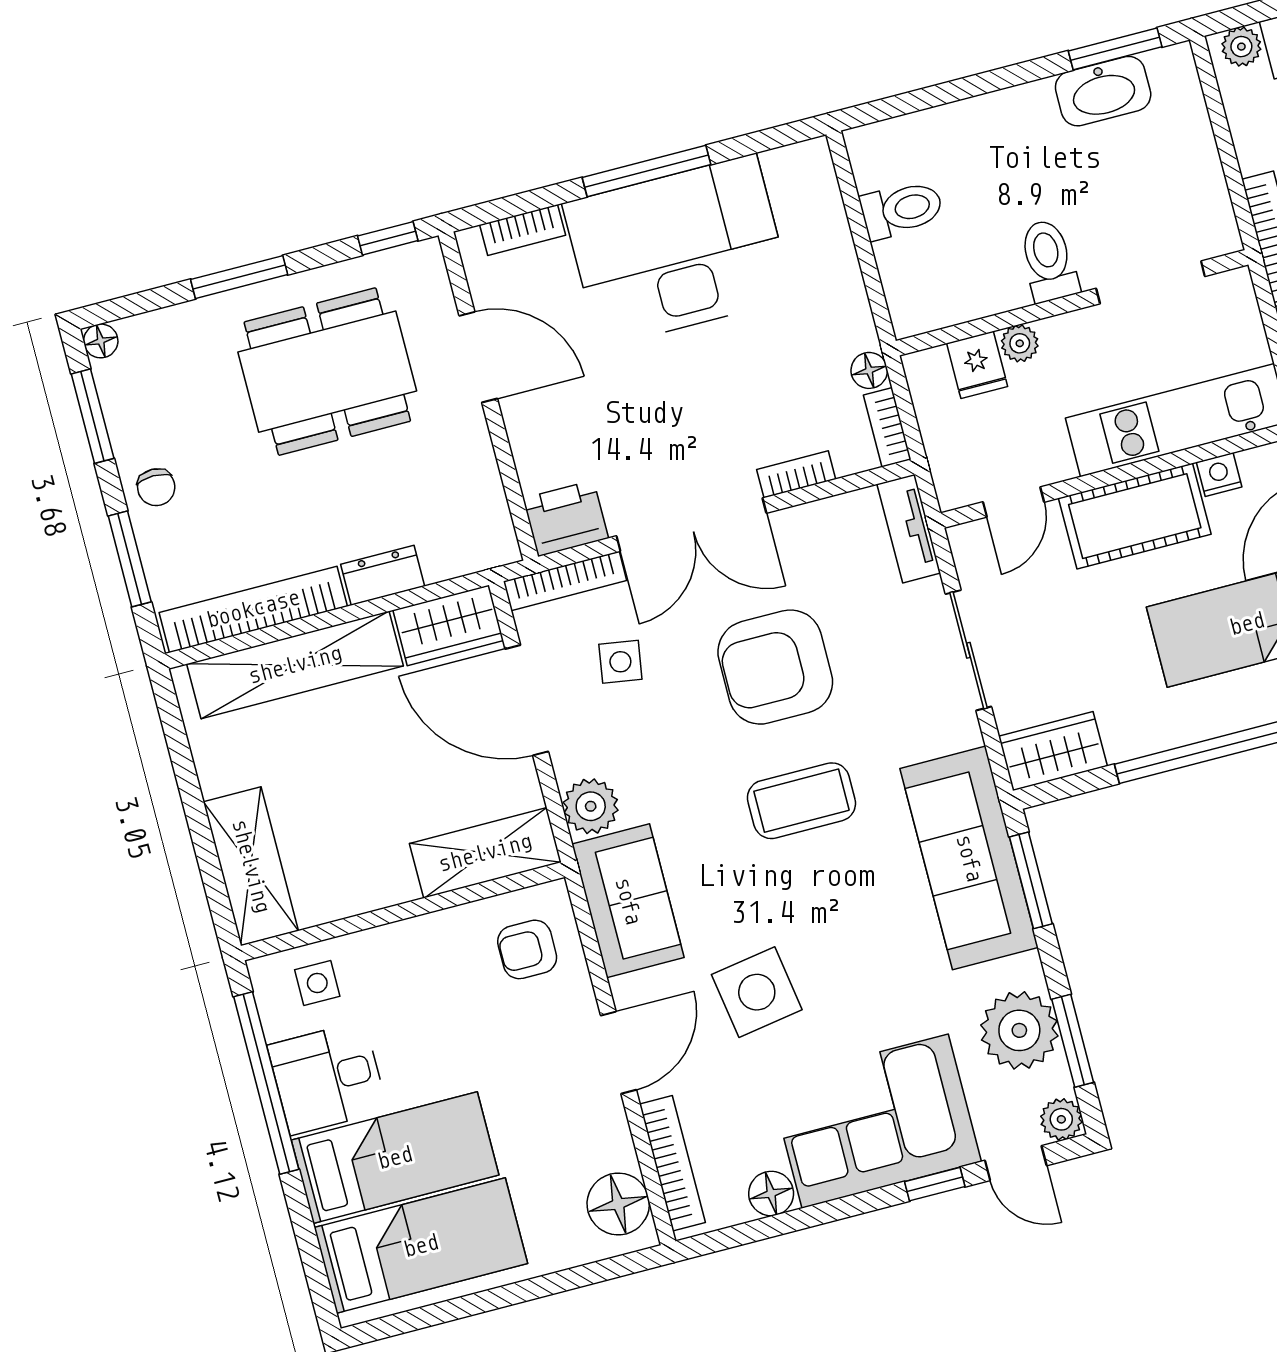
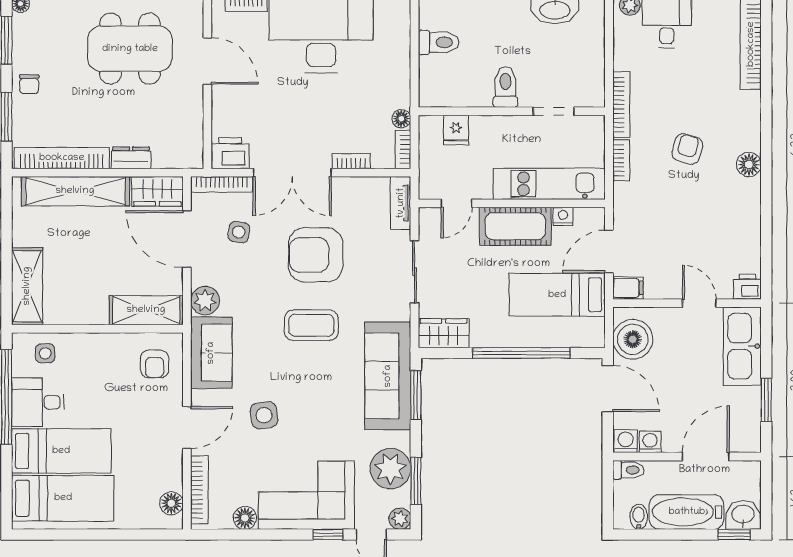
doorway: (1151, 282) -> (554, 111), width x0.73
plant: (1020, 343) -> (480, 125), removed
armchair: (527, 949) -> (155, 364), turned -90
side table: (757, 992) -> (264, 415), width x0.73, depth x0.73
floor lamp: (618, 1204) -> (171, 503), width x0.73, depth x0.73

